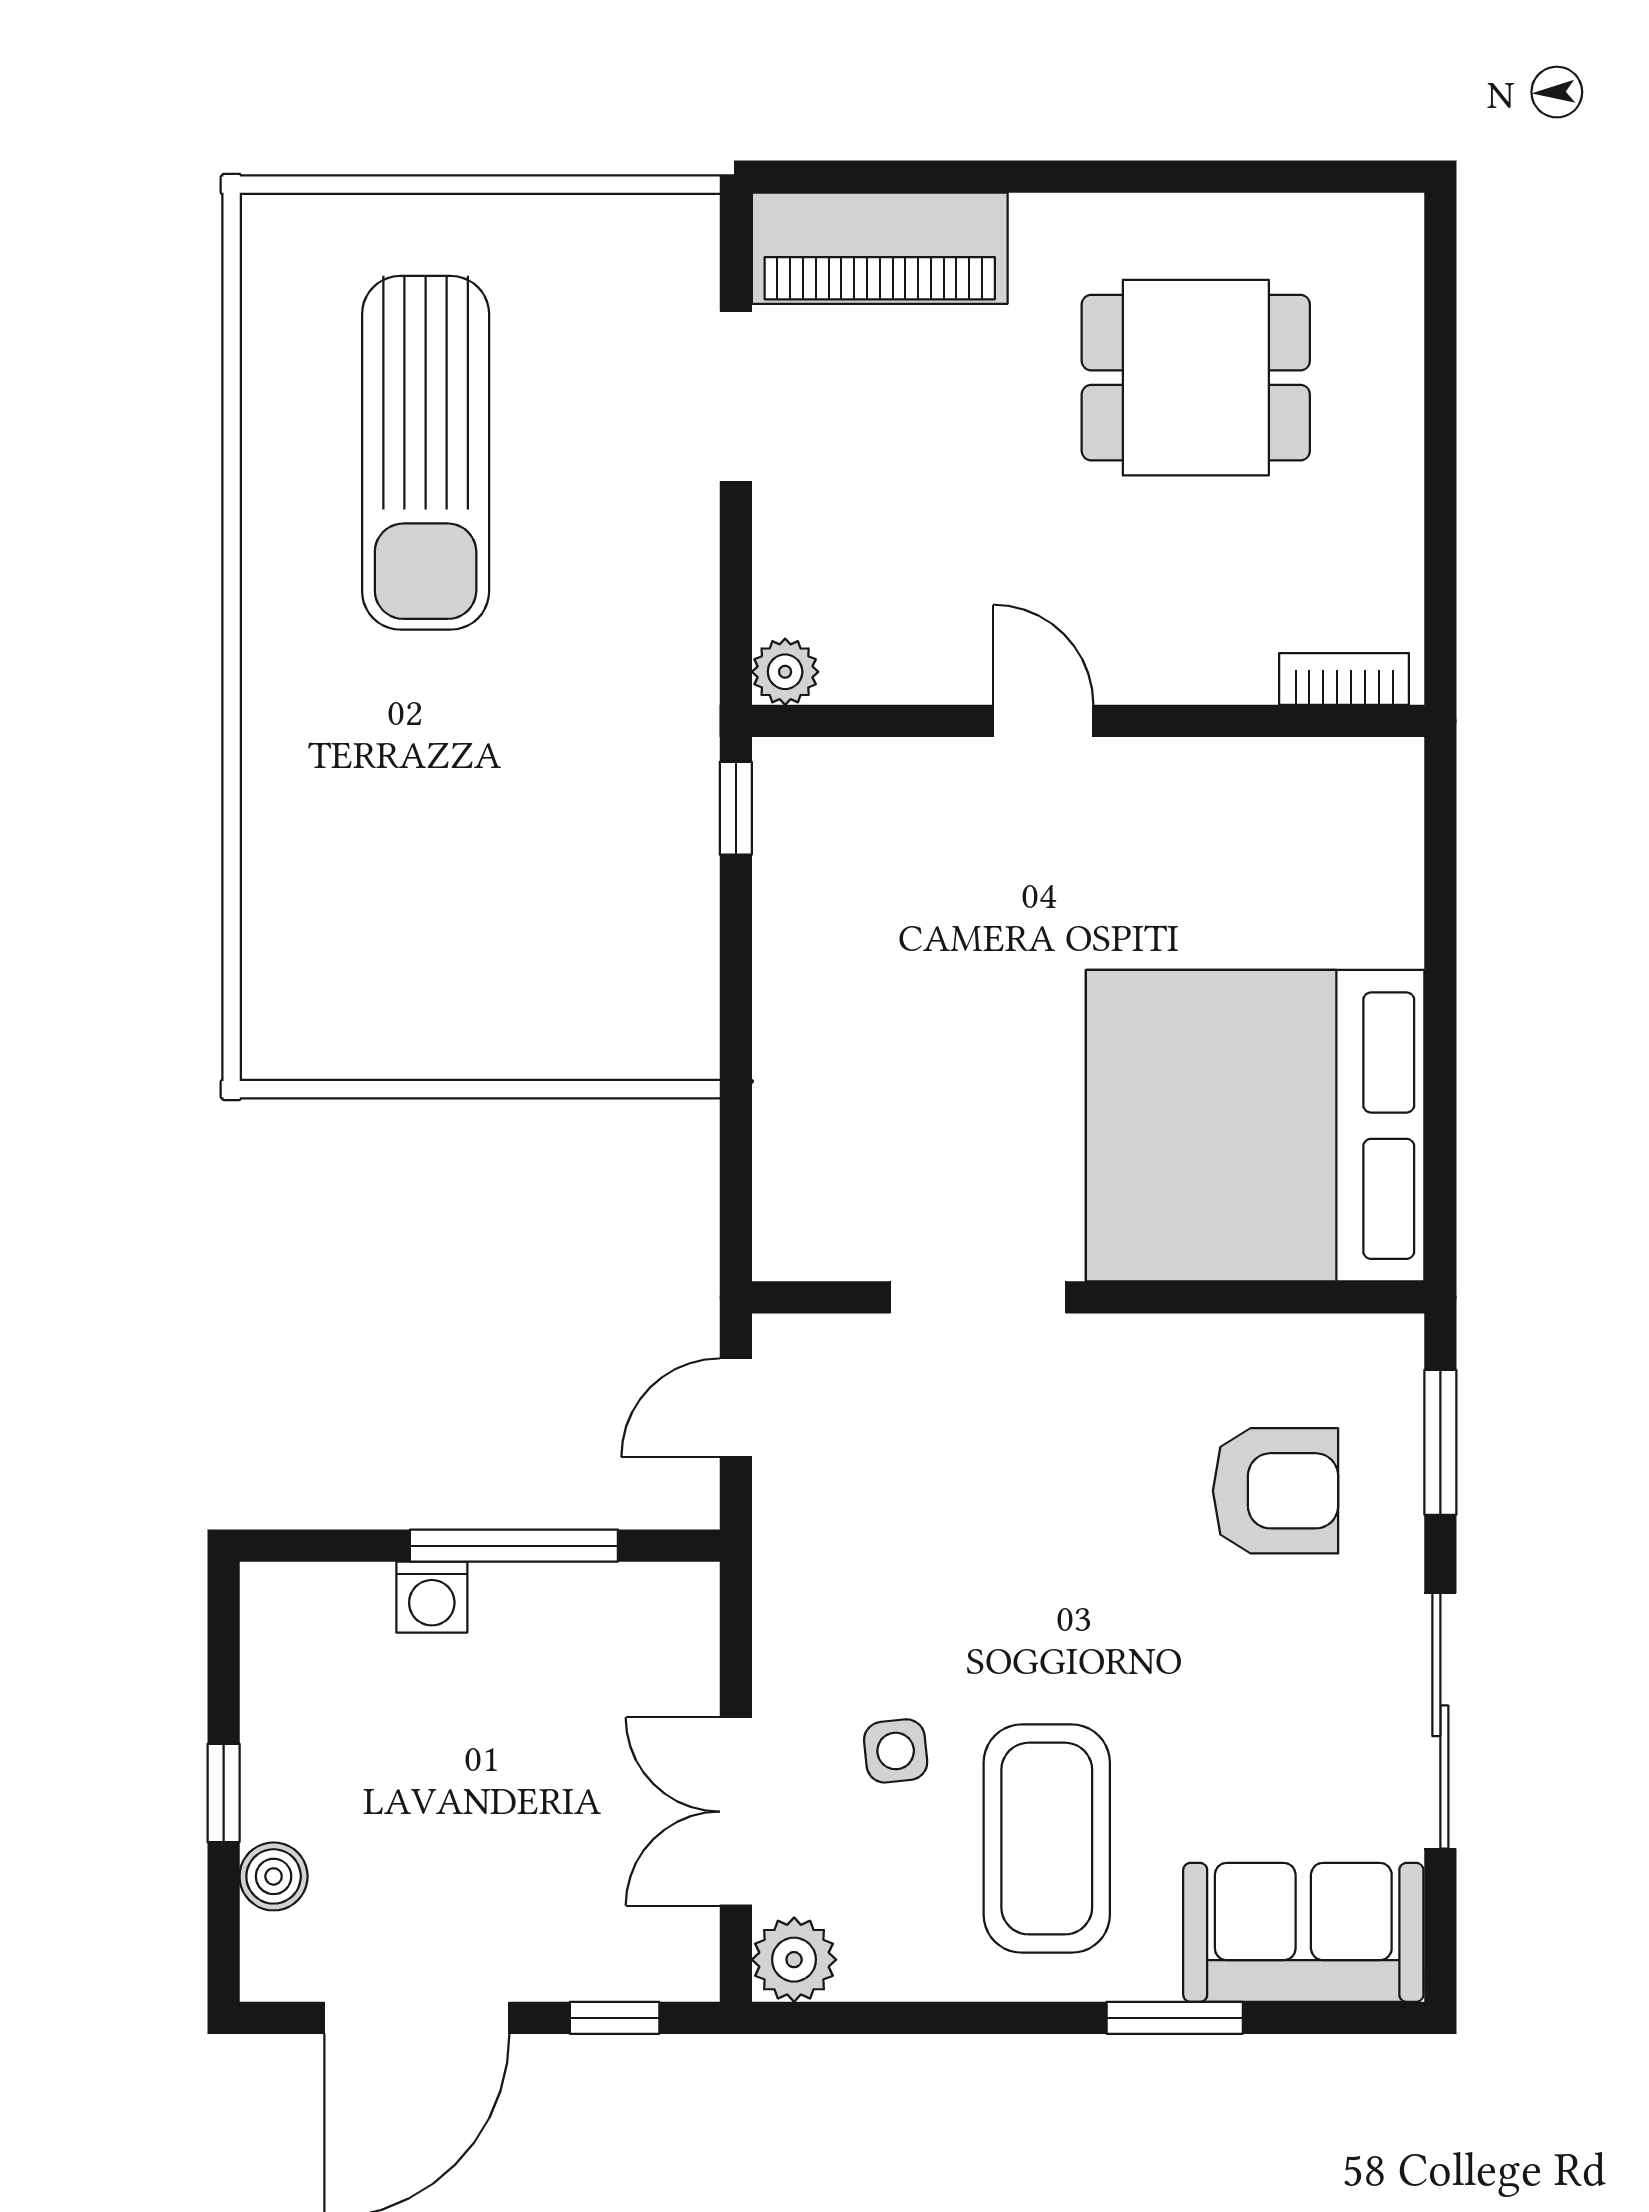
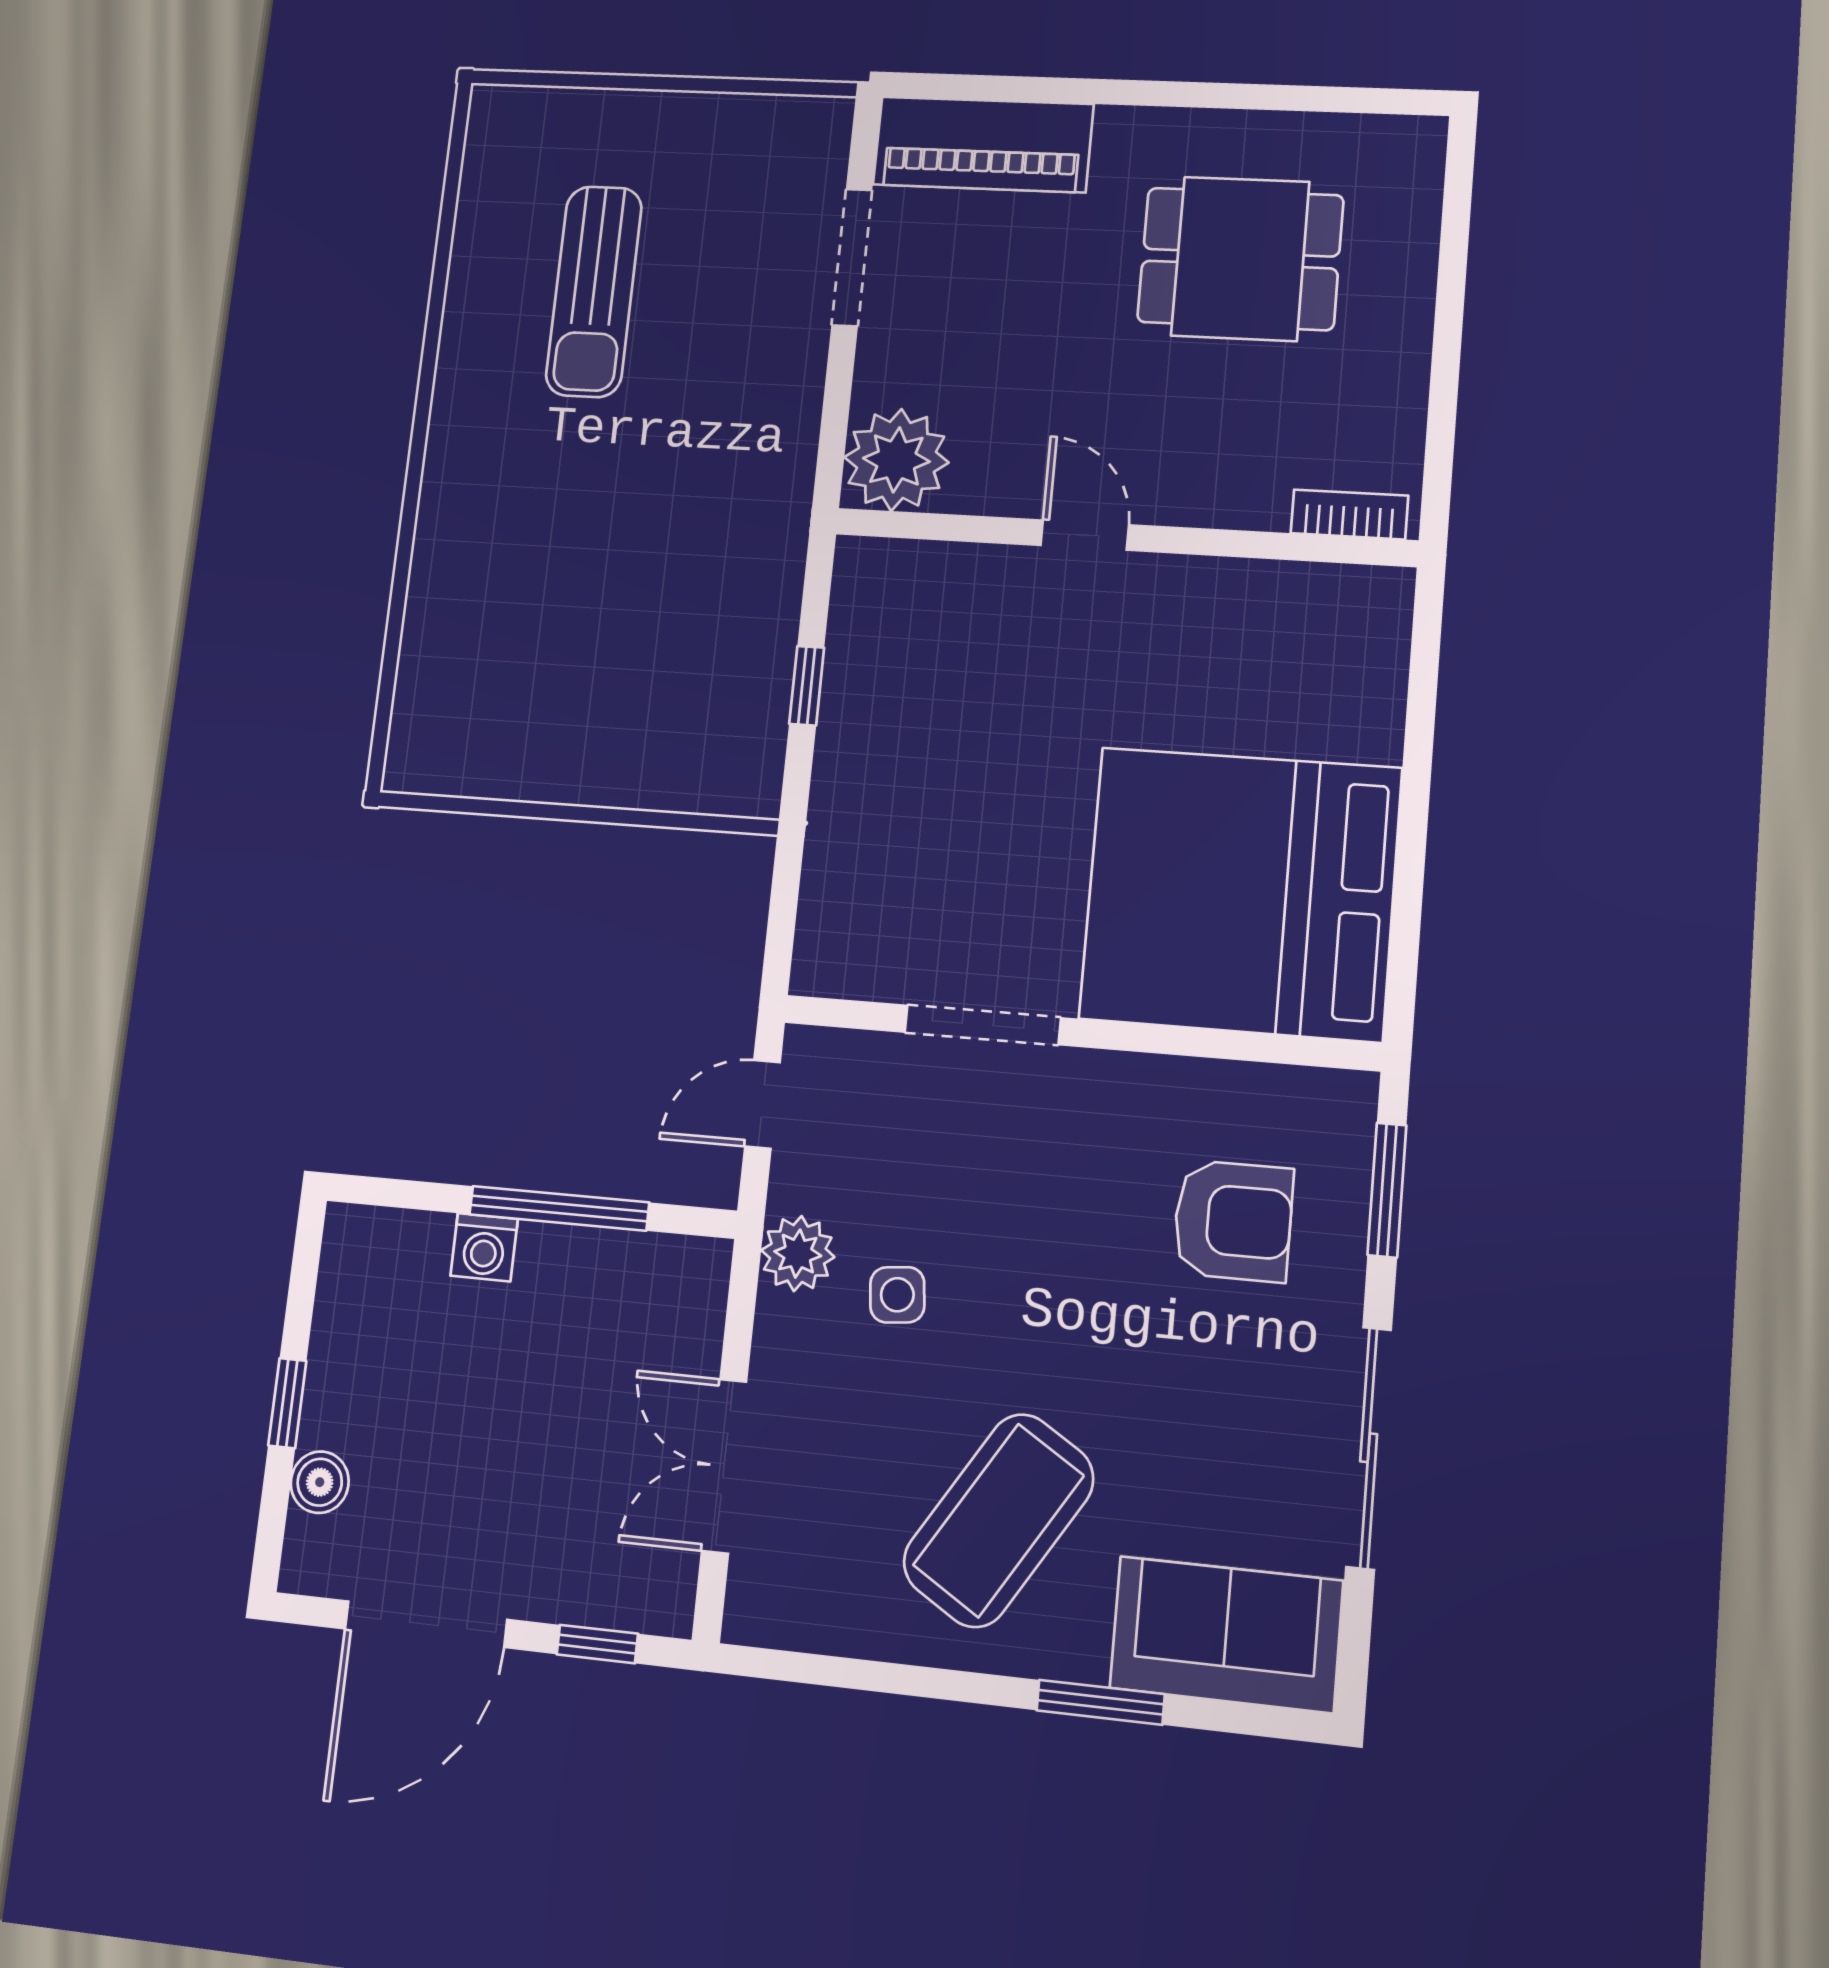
sun lounger: (426, 453) -> (594, 291), width x0.73, depth x0.75
plant: (785, 672) -> (896, 460), width x1.88, depth x1.88
window: (736, 808) -> (807, 686), moved
side table: (896, 1751) -> (897, 1295), moved
coffee table: (1047, 1839) -> (999, 1520), turned 32
plant: (794, 1960) -> (798, 1254), moved

